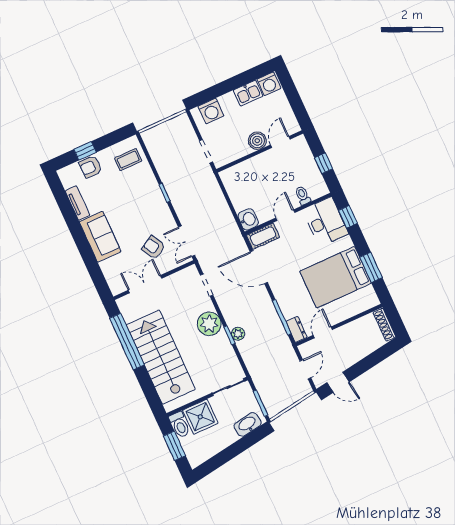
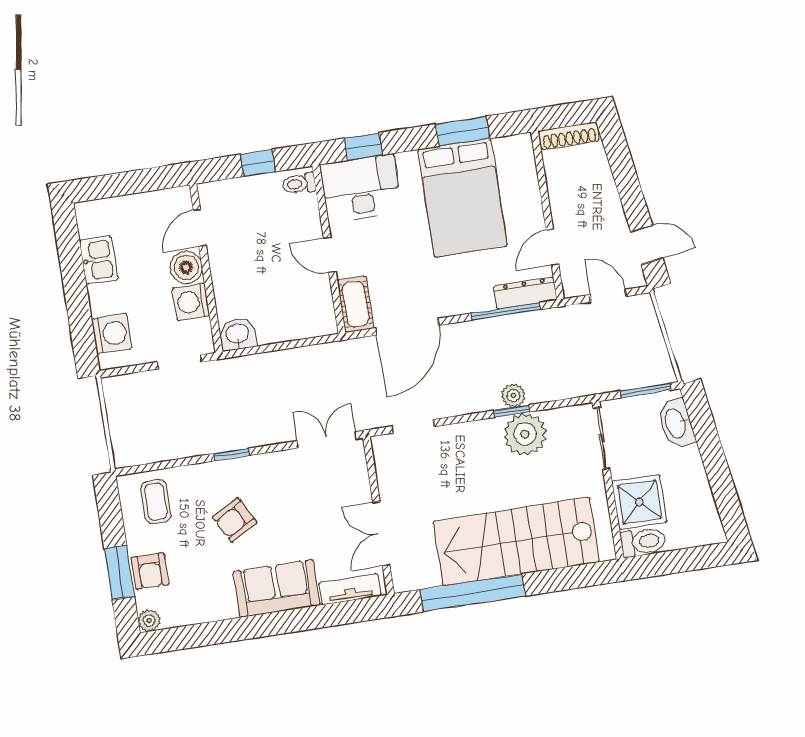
washing machine: (269, 84) -> (191, 302), moved, turned 180
door: (280, 142) -> (200, 228), hinge flipped
window: (85, 151) -> (119, 572), width x1.50
plant: (64, 174) -> (149, 621), added
toilet: (303, 196) -> (299, 184), moved
tv unit: (77, 203) -> (350, 589), moved
washbasin: (248, 219) -> (238, 334), moved
double door: (187, 241) -> (327, 440), swing flipped
armchair: (153, 247) -> (235, 520), moved
plant: (209, 324) -> (525, 434), moved
dresser: (296, 329) -> (525, 293), width x1.44
door: (323, 332) -> (552, 247), hinge flipped
door: (338, 382) -> (647, 245), hinge flipped
window: (174, 446) -> (677, 561), removed

